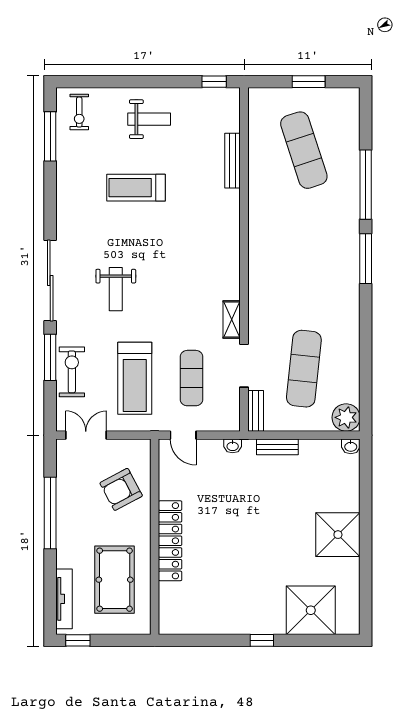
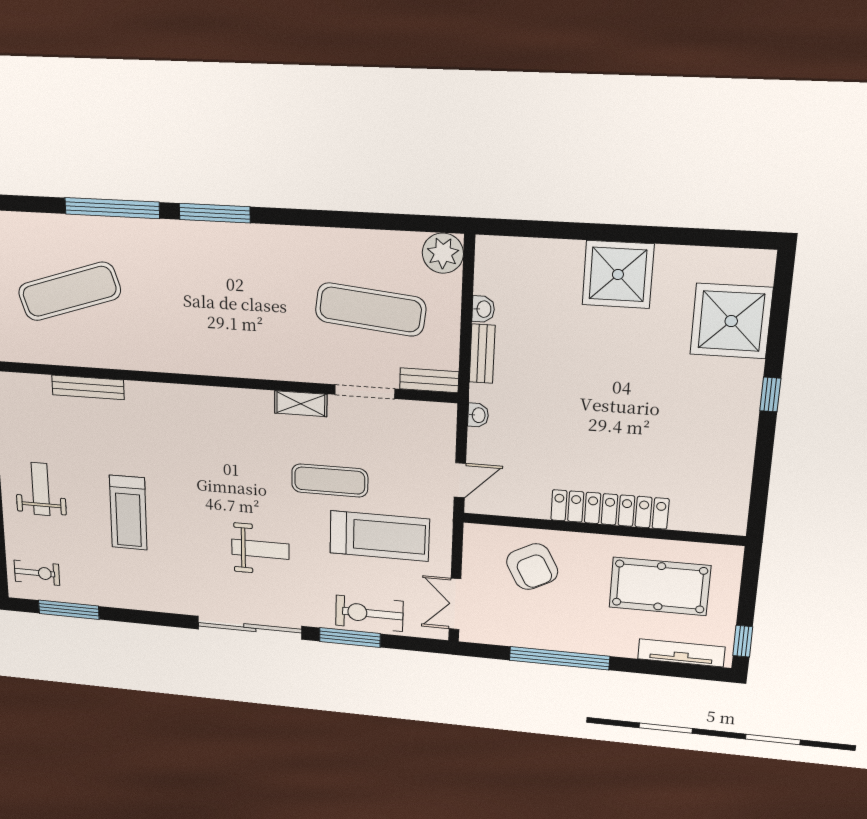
exercise mat: (191, 378) -> (330, 481), moved
washbasin: (351, 446) -> (483, 309), moved

